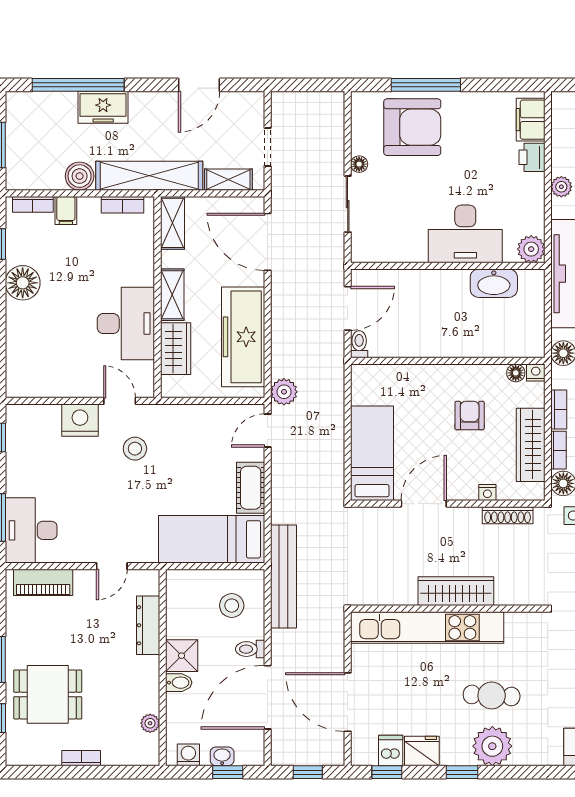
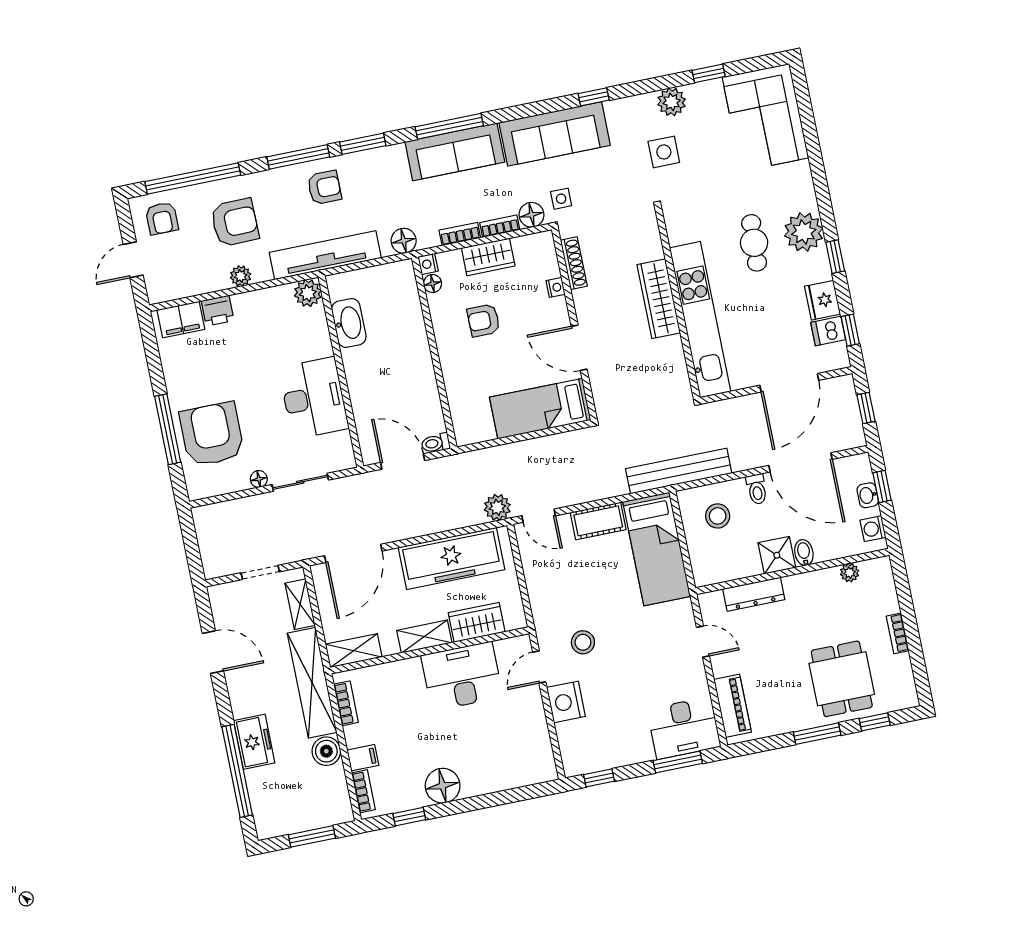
desk: (465, 234) -> (314, 398), moved
wardrobe: (531, 445) -> (488, 257), width x0.67

